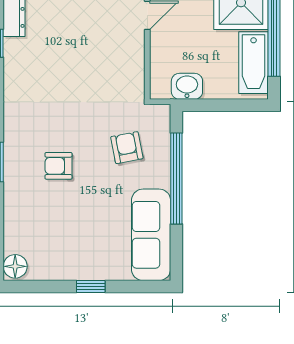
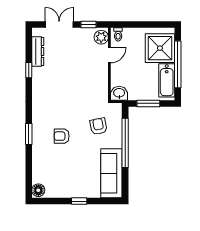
washbasin: (187, 86) -> (119, 93), moved
window: (219, 105) -> (148, 103), added

